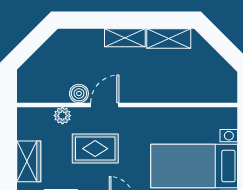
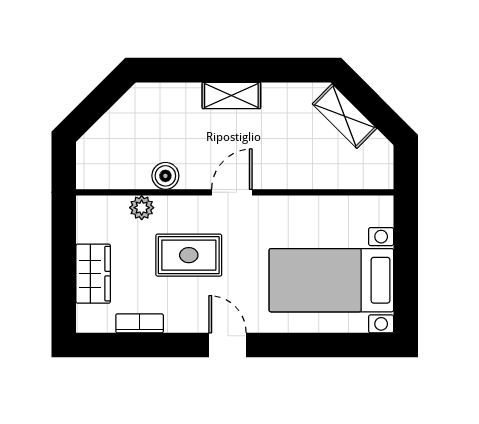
shelving: (169, 38) -> (344, 116), moved, turned 45
door: (105, 105) -> (232, 192), moved

